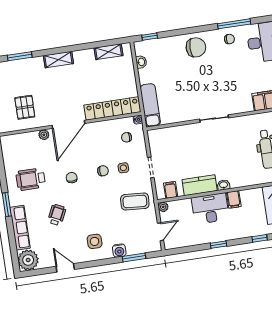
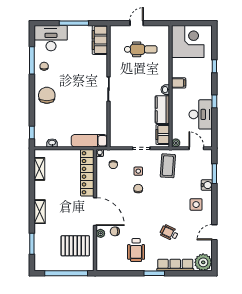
pallet: (25, 107) -> (75, 246), width x1.50, depth x1.42
chair: (72, 178) -> (115, 231), moved
filing cabinet: (171, 190) -> (163, 135), width x2.00
desk: (210, 208) -> (201, 114), moved, turned 180

